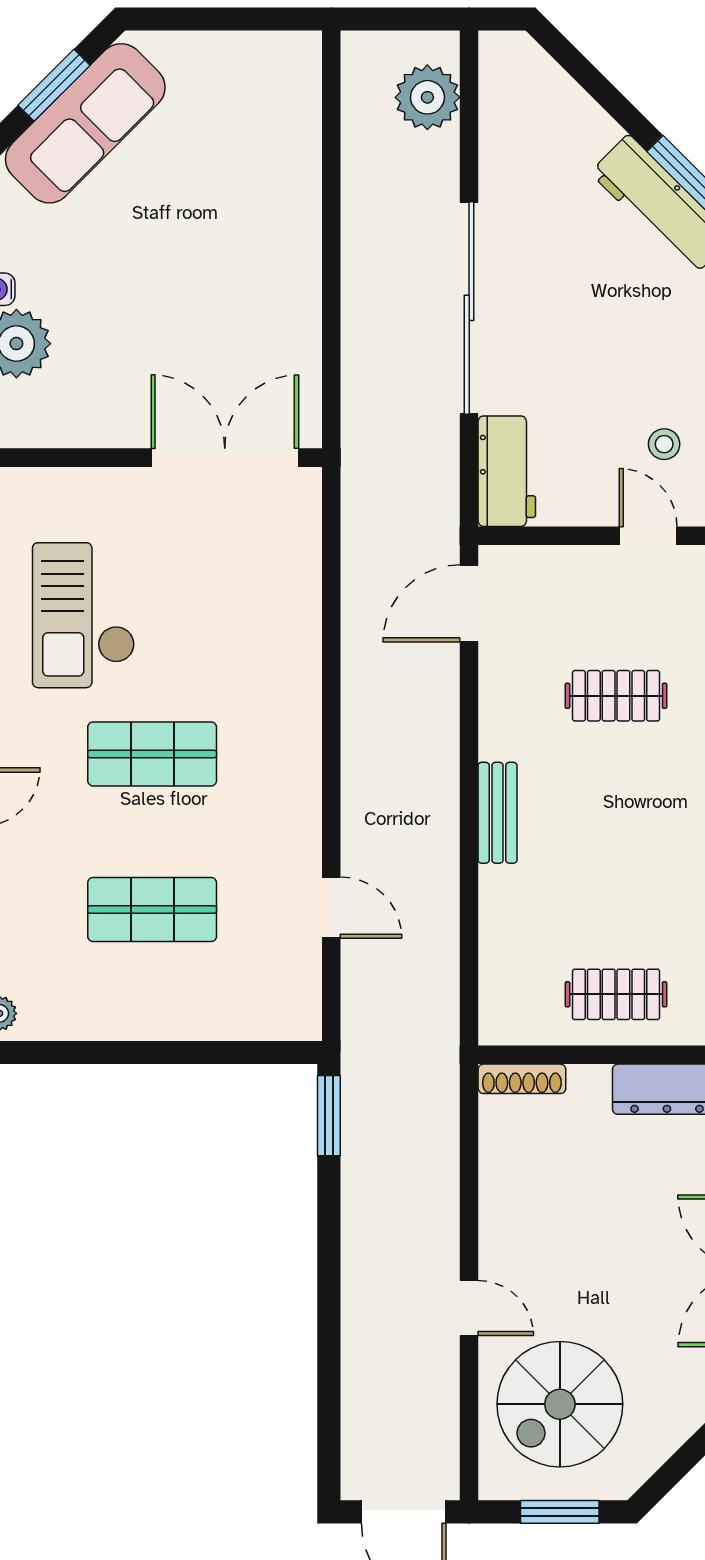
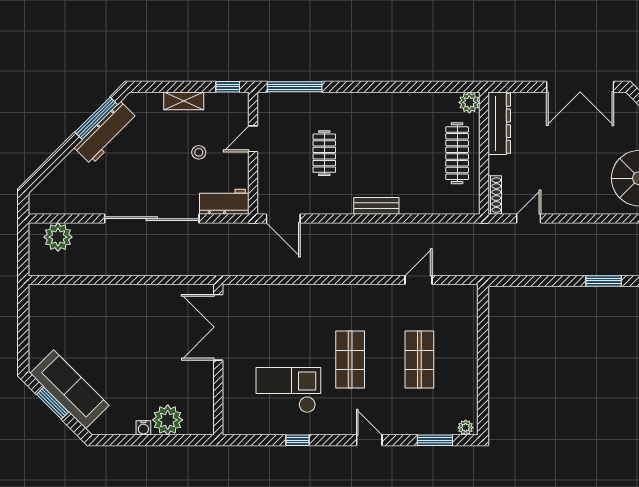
stool: (664, 444) -> (199, 152), moved
checkout: (84, 615) -> (288, 390), turned 180
clothes rail: (616, 994) -> (457, 153), width x1.36
window: (329, 1116) -> (604, 281), moved
door: (469, 1308) -> (529, 219), moved

